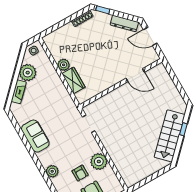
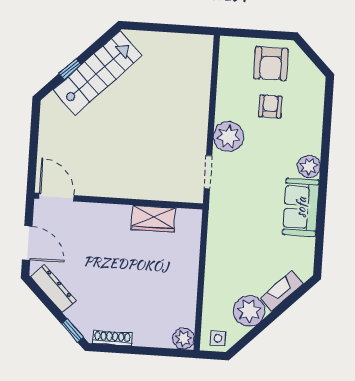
plant: (64, 65) -> (184, 339), moved
door: (135, 75) -> (56, 197), moved
wardrobe: (74, 80) -> (153, 219), moved, turned -90
plant: (99, 162) -> (228, 137), moved
plant: (52, 171) -> (309, 166), moved

